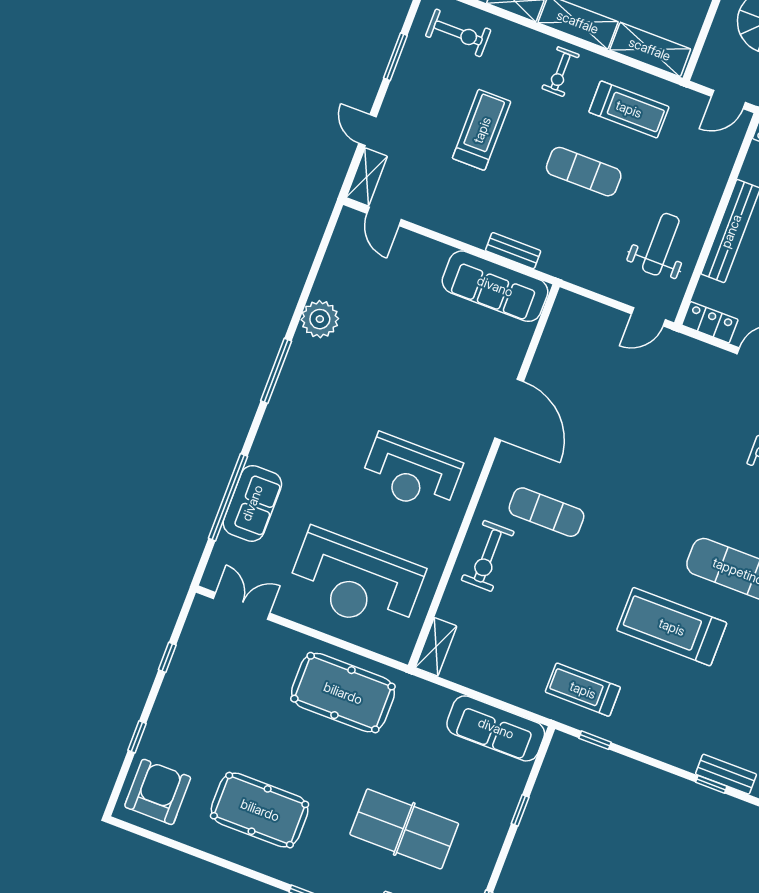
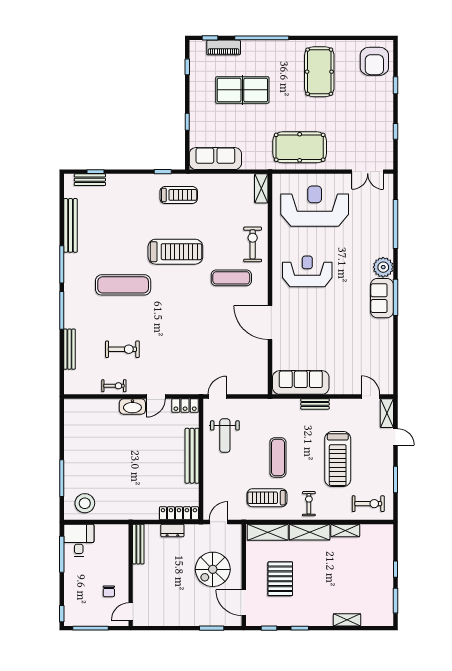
exercise bike: (458, 33) -> (368, 504), turned 180
treadmill: (482, 130) -> (338, 459), width x1.37, depth x1.38
exercise mat: (584, 172) -> (278, 458), turned 90
bench: (513, 251) -> (315, 404), moved
plant: (320, 319) -> (383, 267), moved
sofa: (252, 503) -> (382, 298), moved
treadmill: (672, 627) -> (175, 252), moved
pool table: (260, 810) -> (319, 72), turned 90

